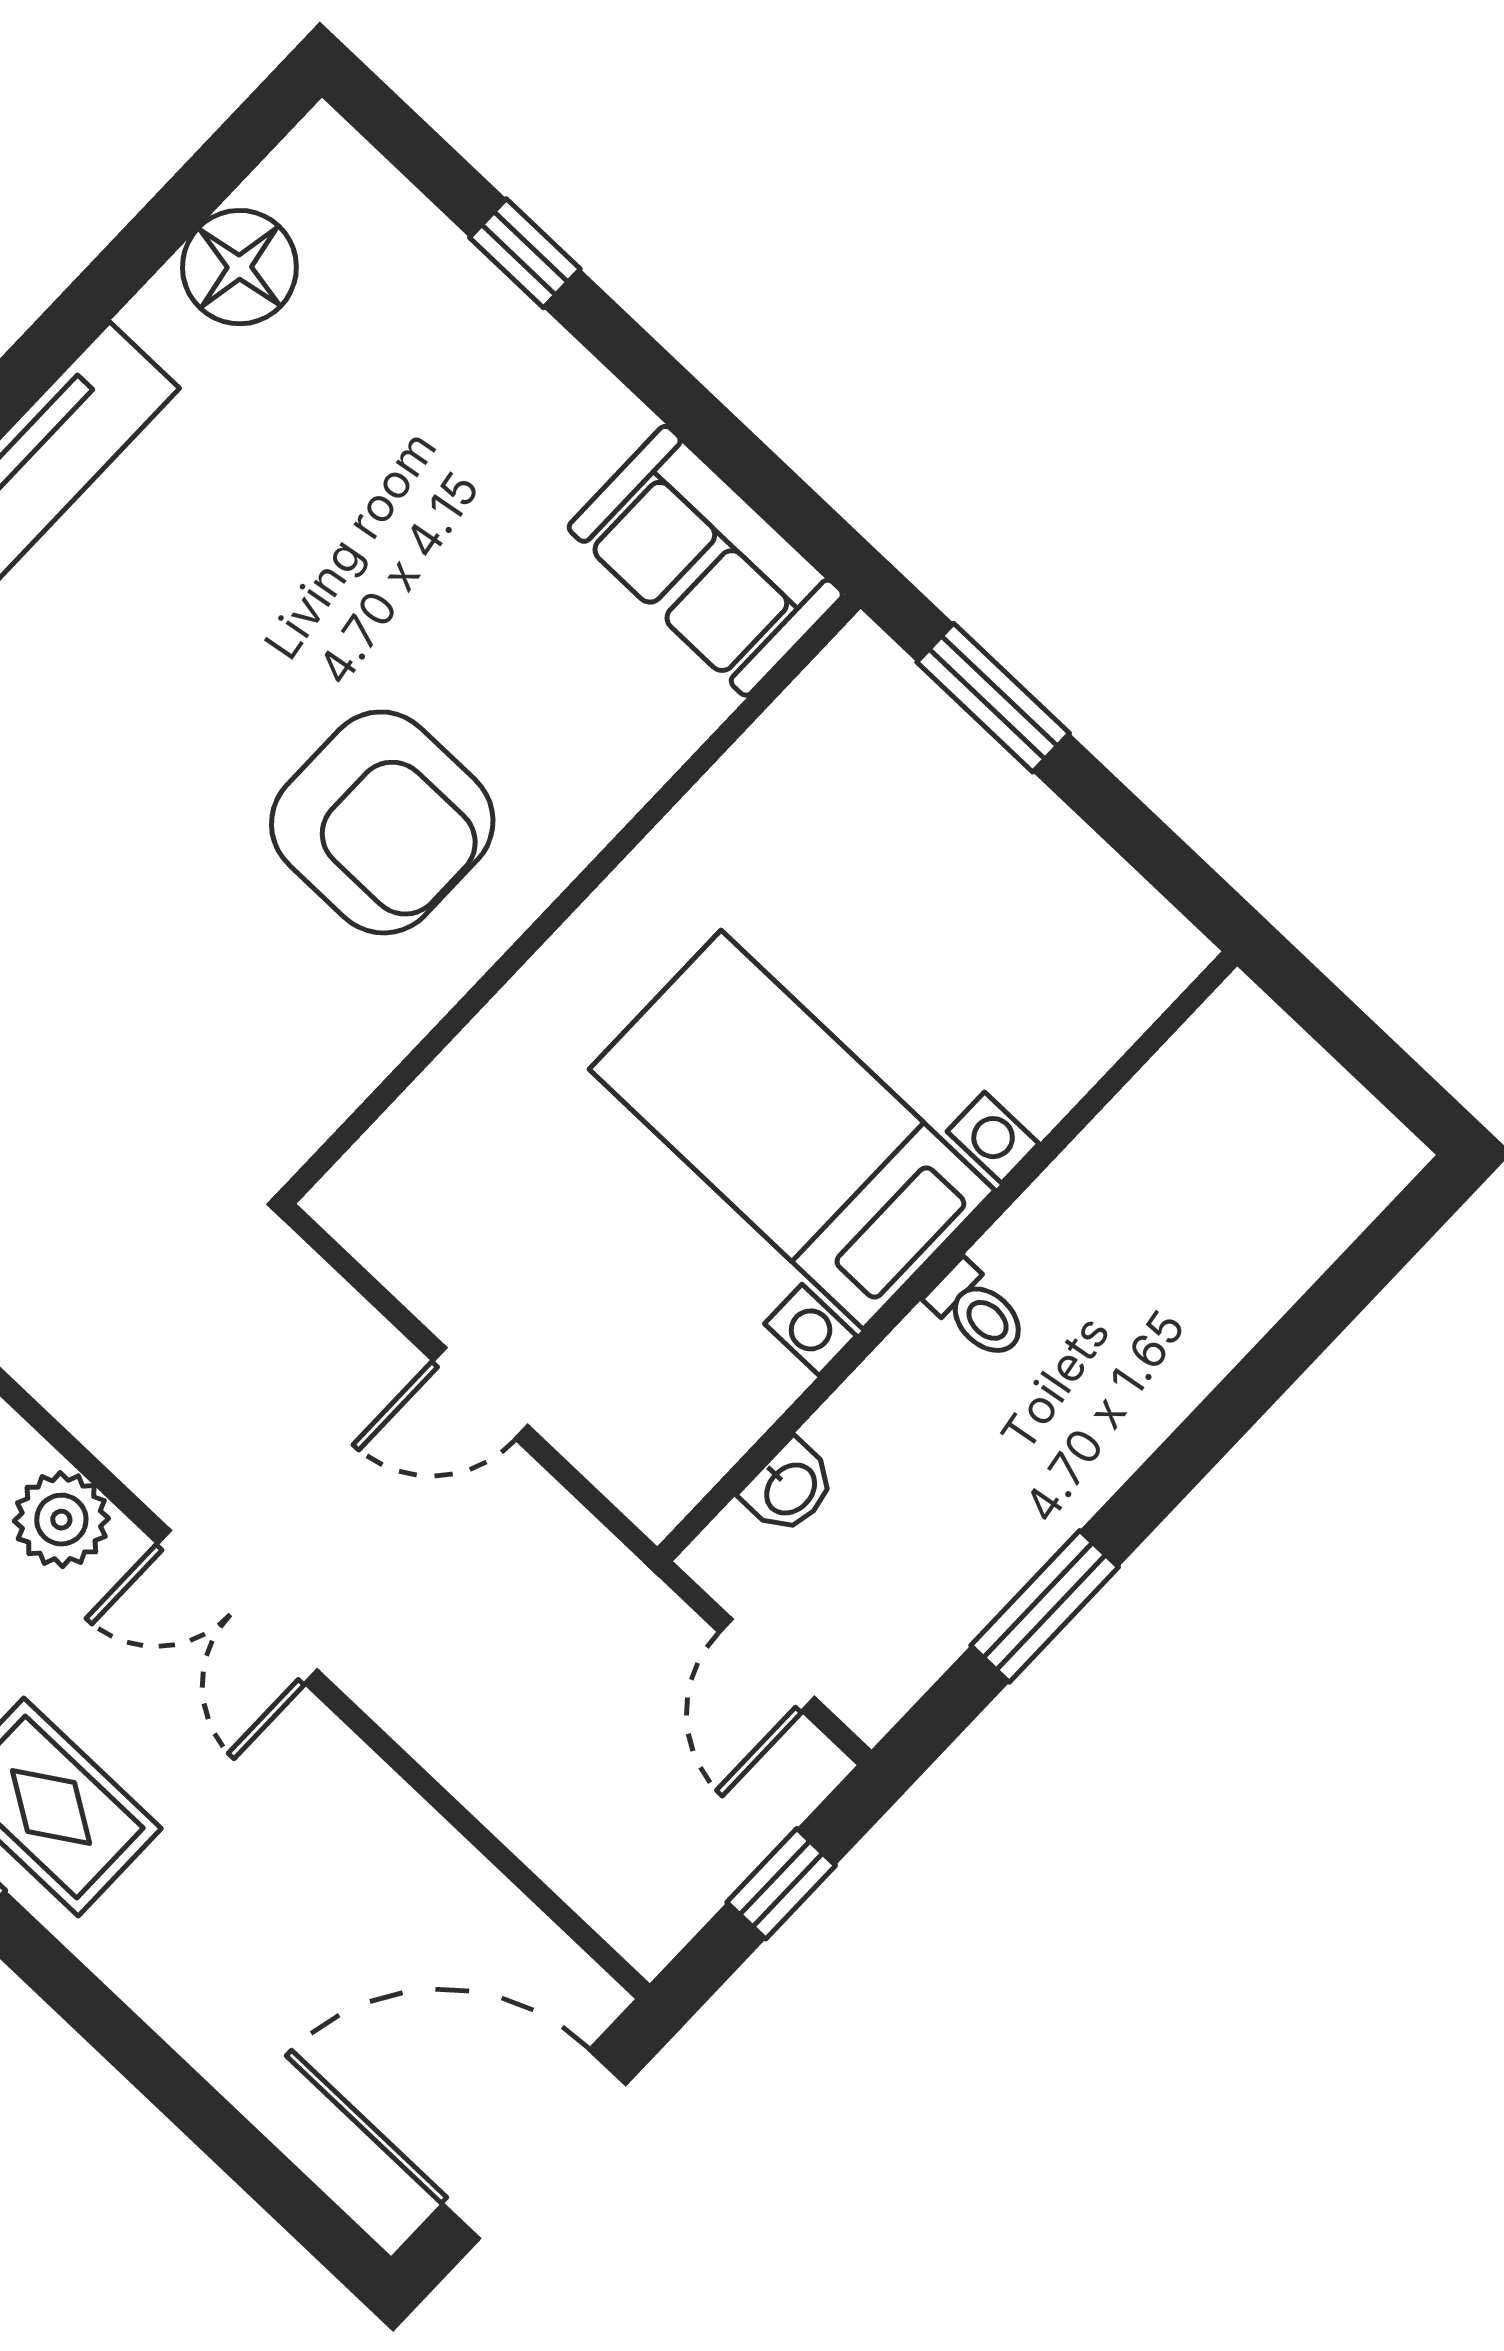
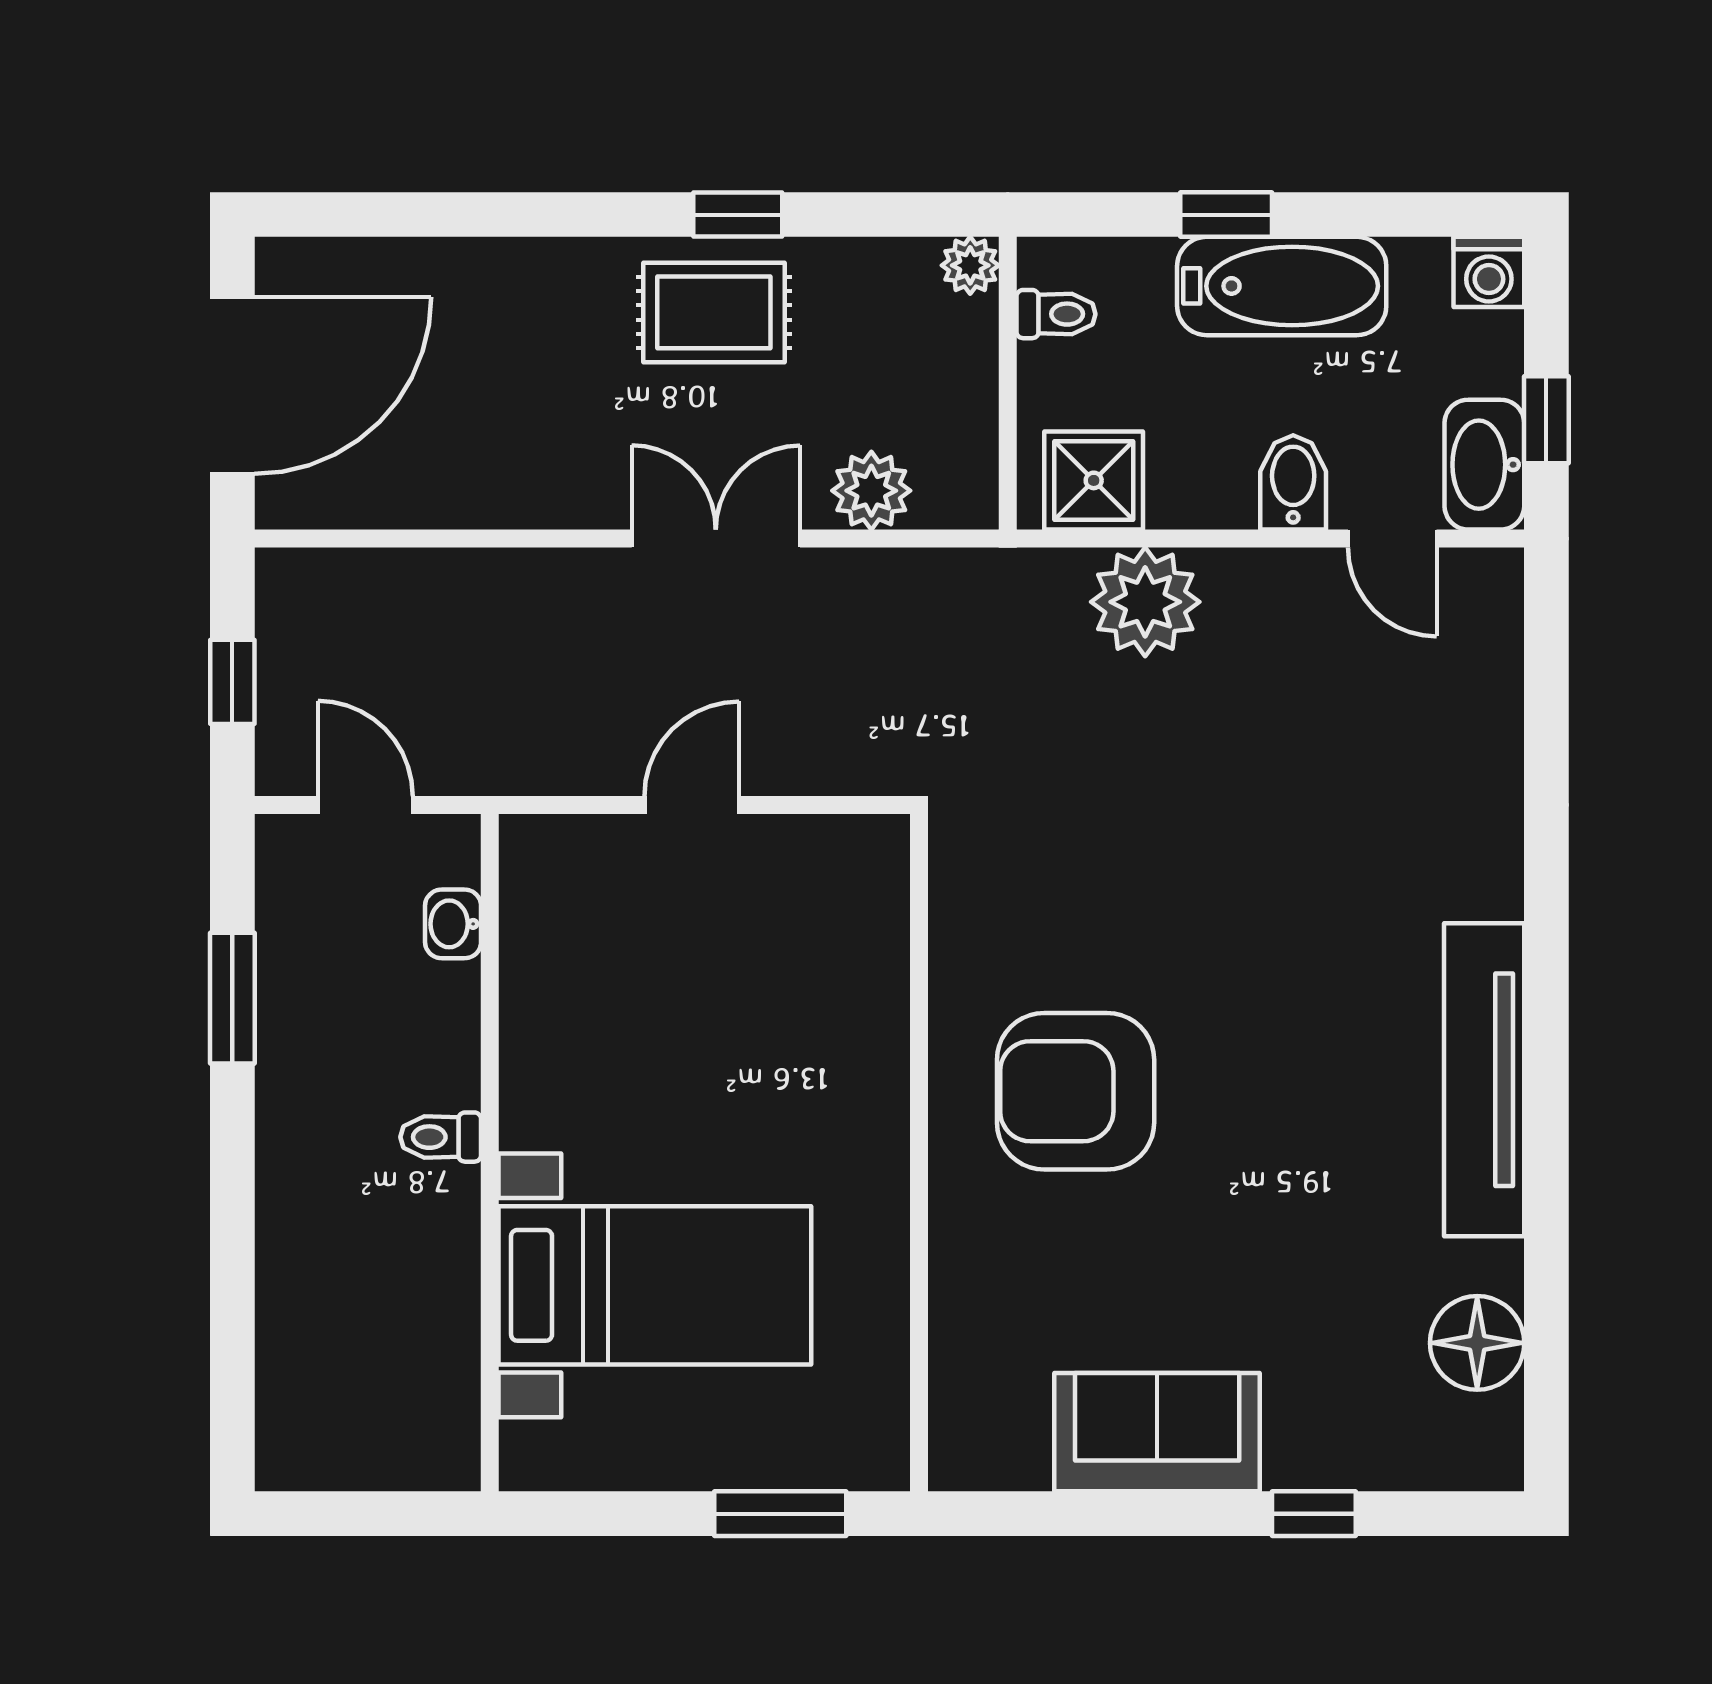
sofa: (706, 561) -> (1157, 1432), moved
bed with nightstands: (792, 1130) -> (655, 1285), moved

